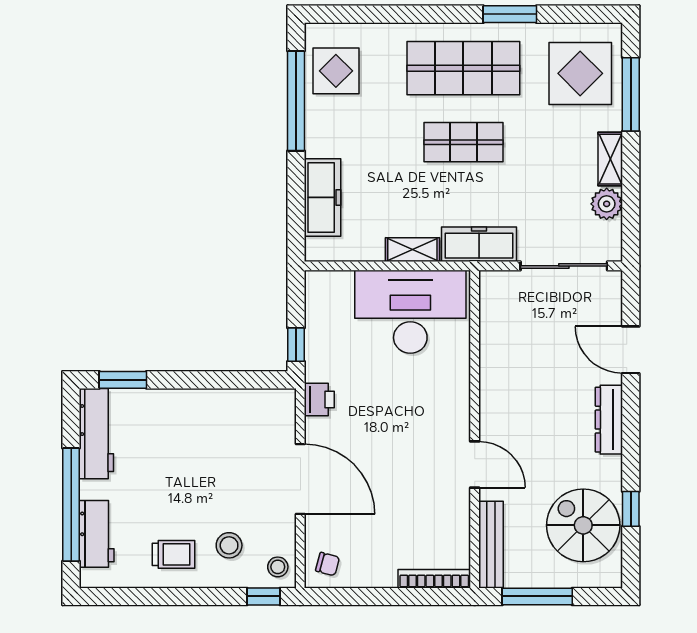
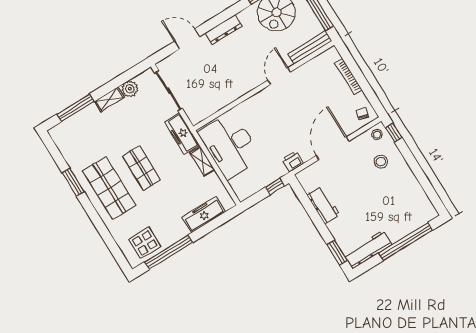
display table: (580, 73) -> (80, 135), removed
door: (631, 350) -> (187, 39), swing flipped
workbench: (97, 534) -> (323, 205), moved, turned 90
trolley: (174, 554) -> (400, 183), removed
bookcase: (434, 579) -> (348, 77), moved

